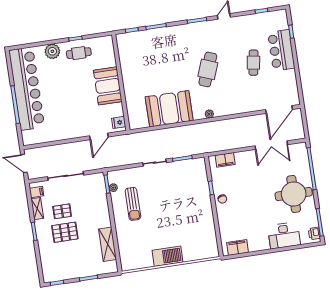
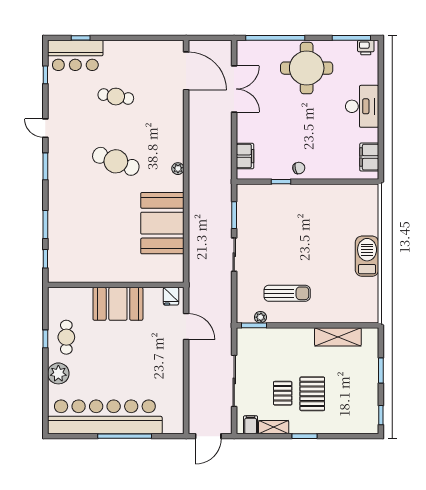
bar counter: (281, 50) -> (75, 55), moved
desk: (284, 235) -> (362, 106), moved

